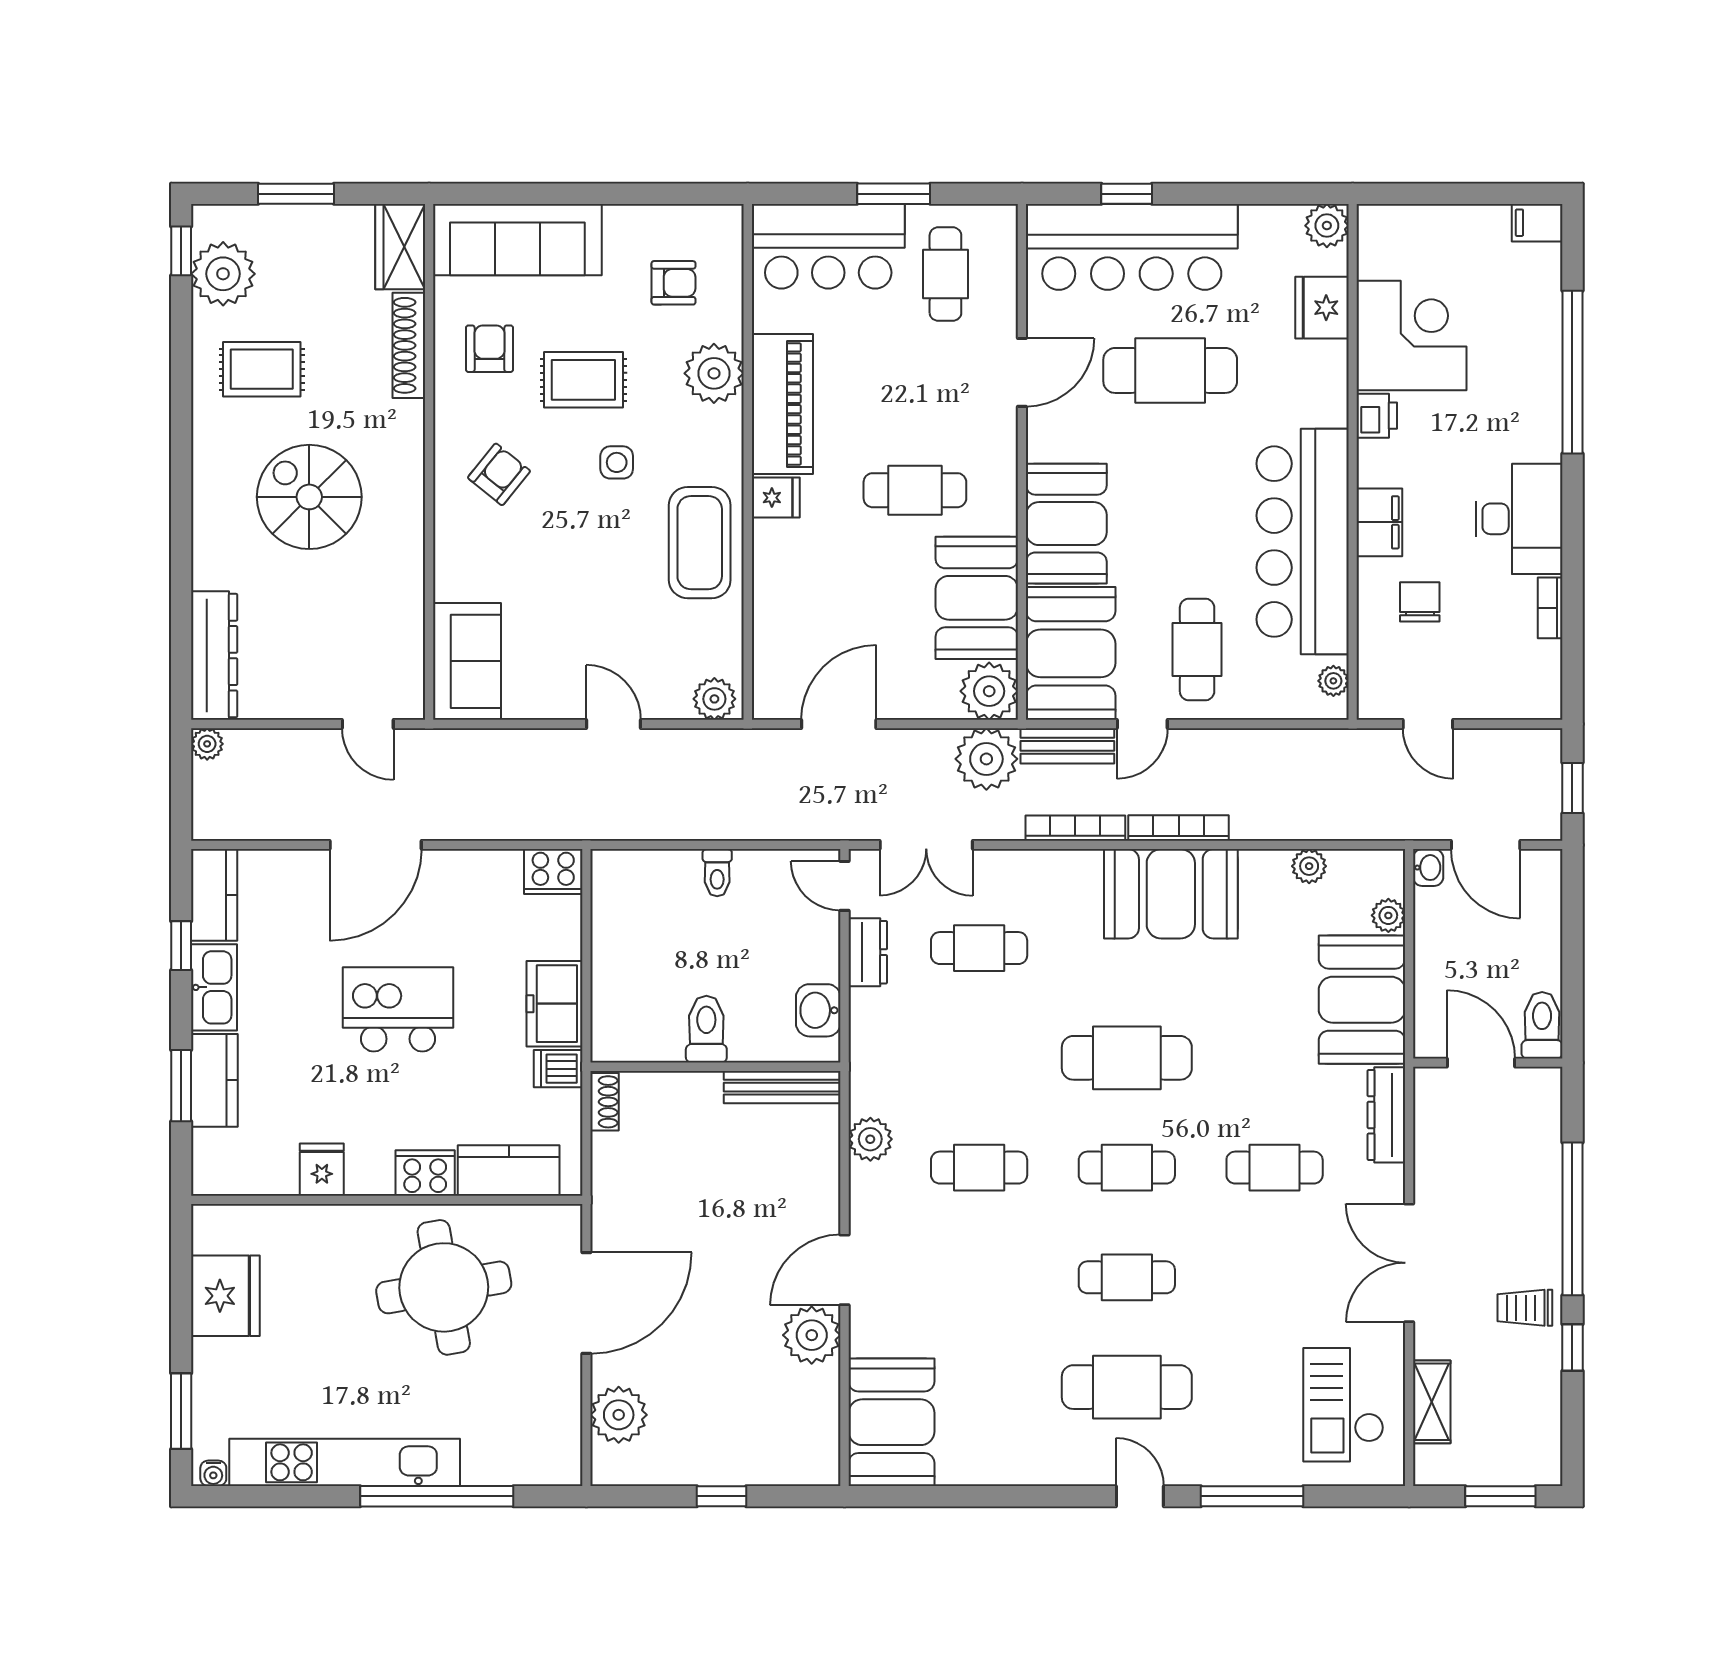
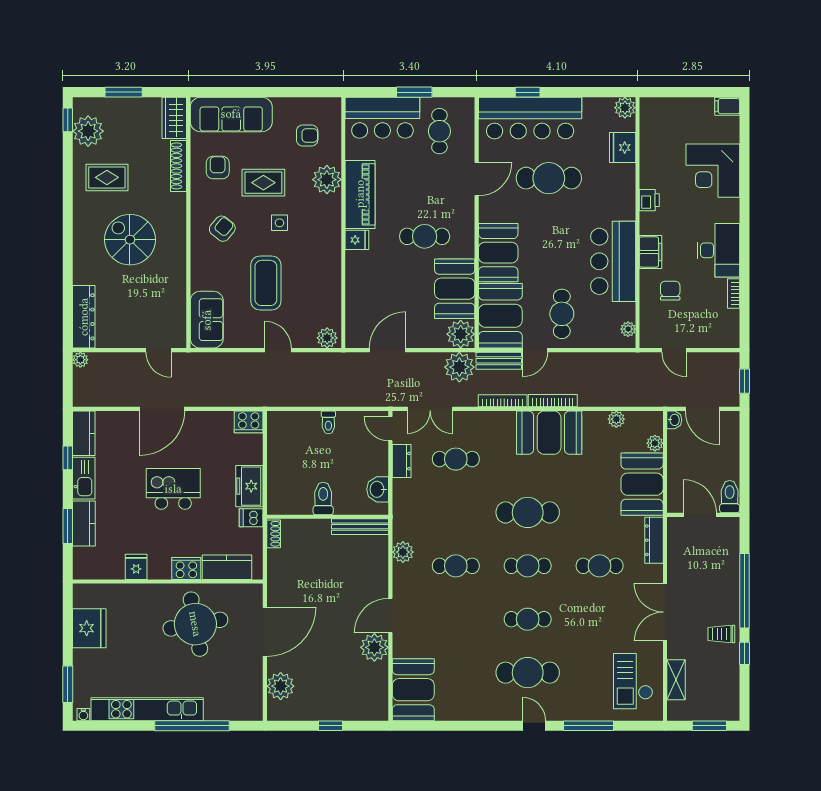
corner desk: (1412, 335) -> (713, 171), moved, turned 180
window: (1572, 372) -> (744, 179), removed
bar counter: (1303, 542) -> (613, 261), width x0.73
coffee table: (700, 543) -> (266, 283), moved

